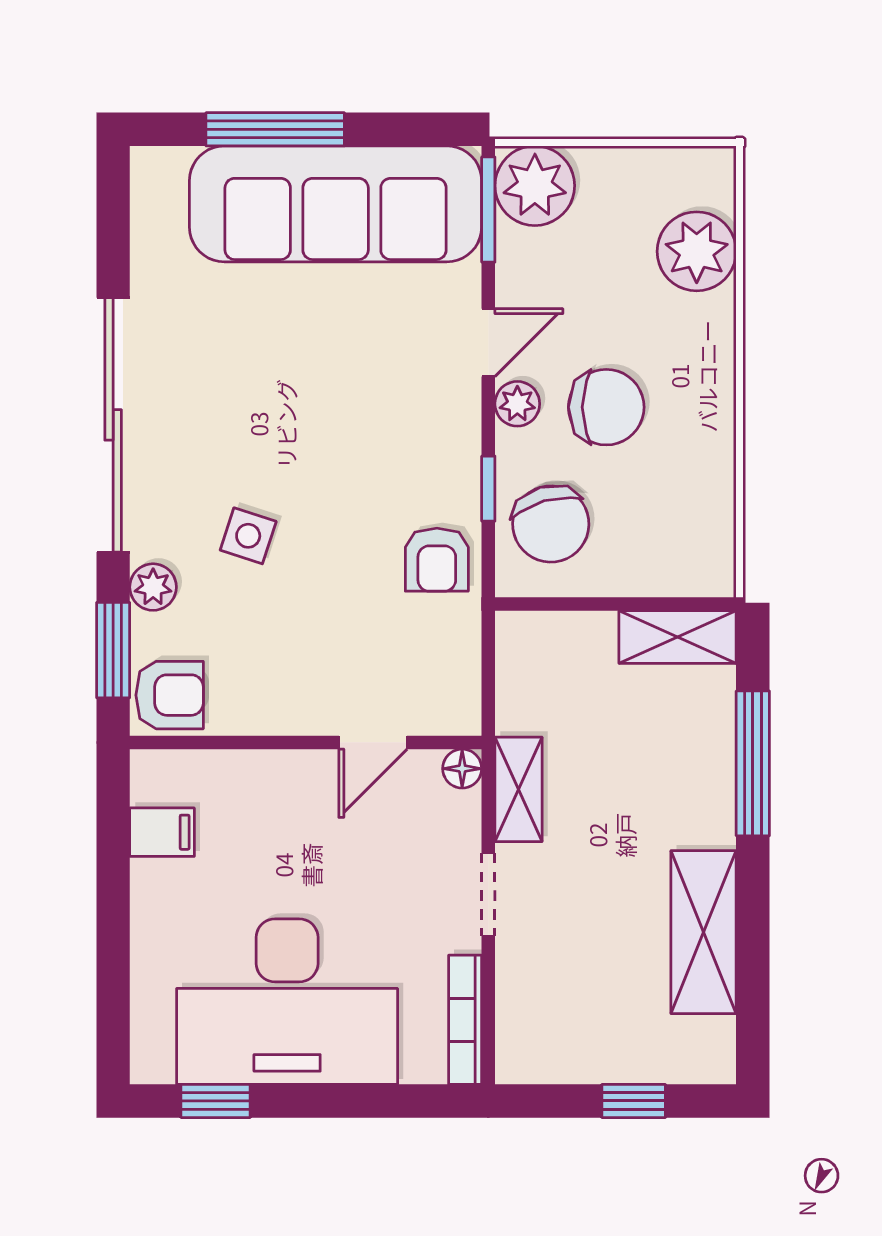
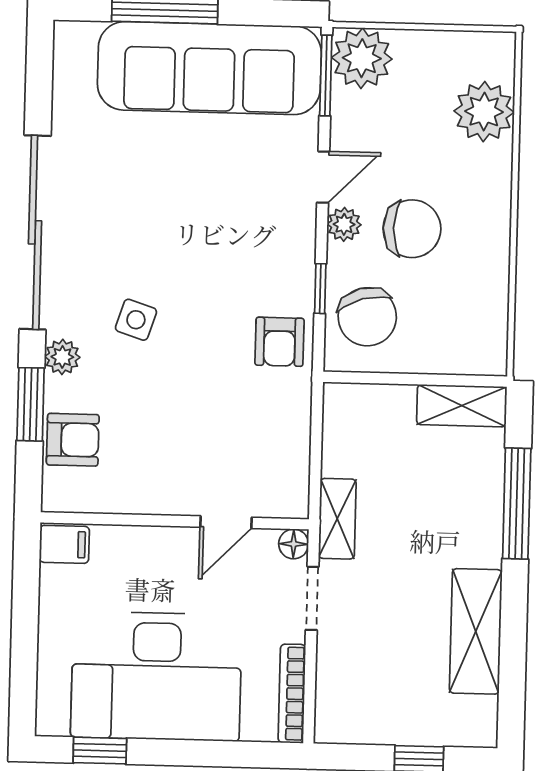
wall: (306, 742) -> (175, 521), moved
door: (373, 742) -> (226, 522), moved
floor lamp: (462, 769) -> (294, 544), moved

